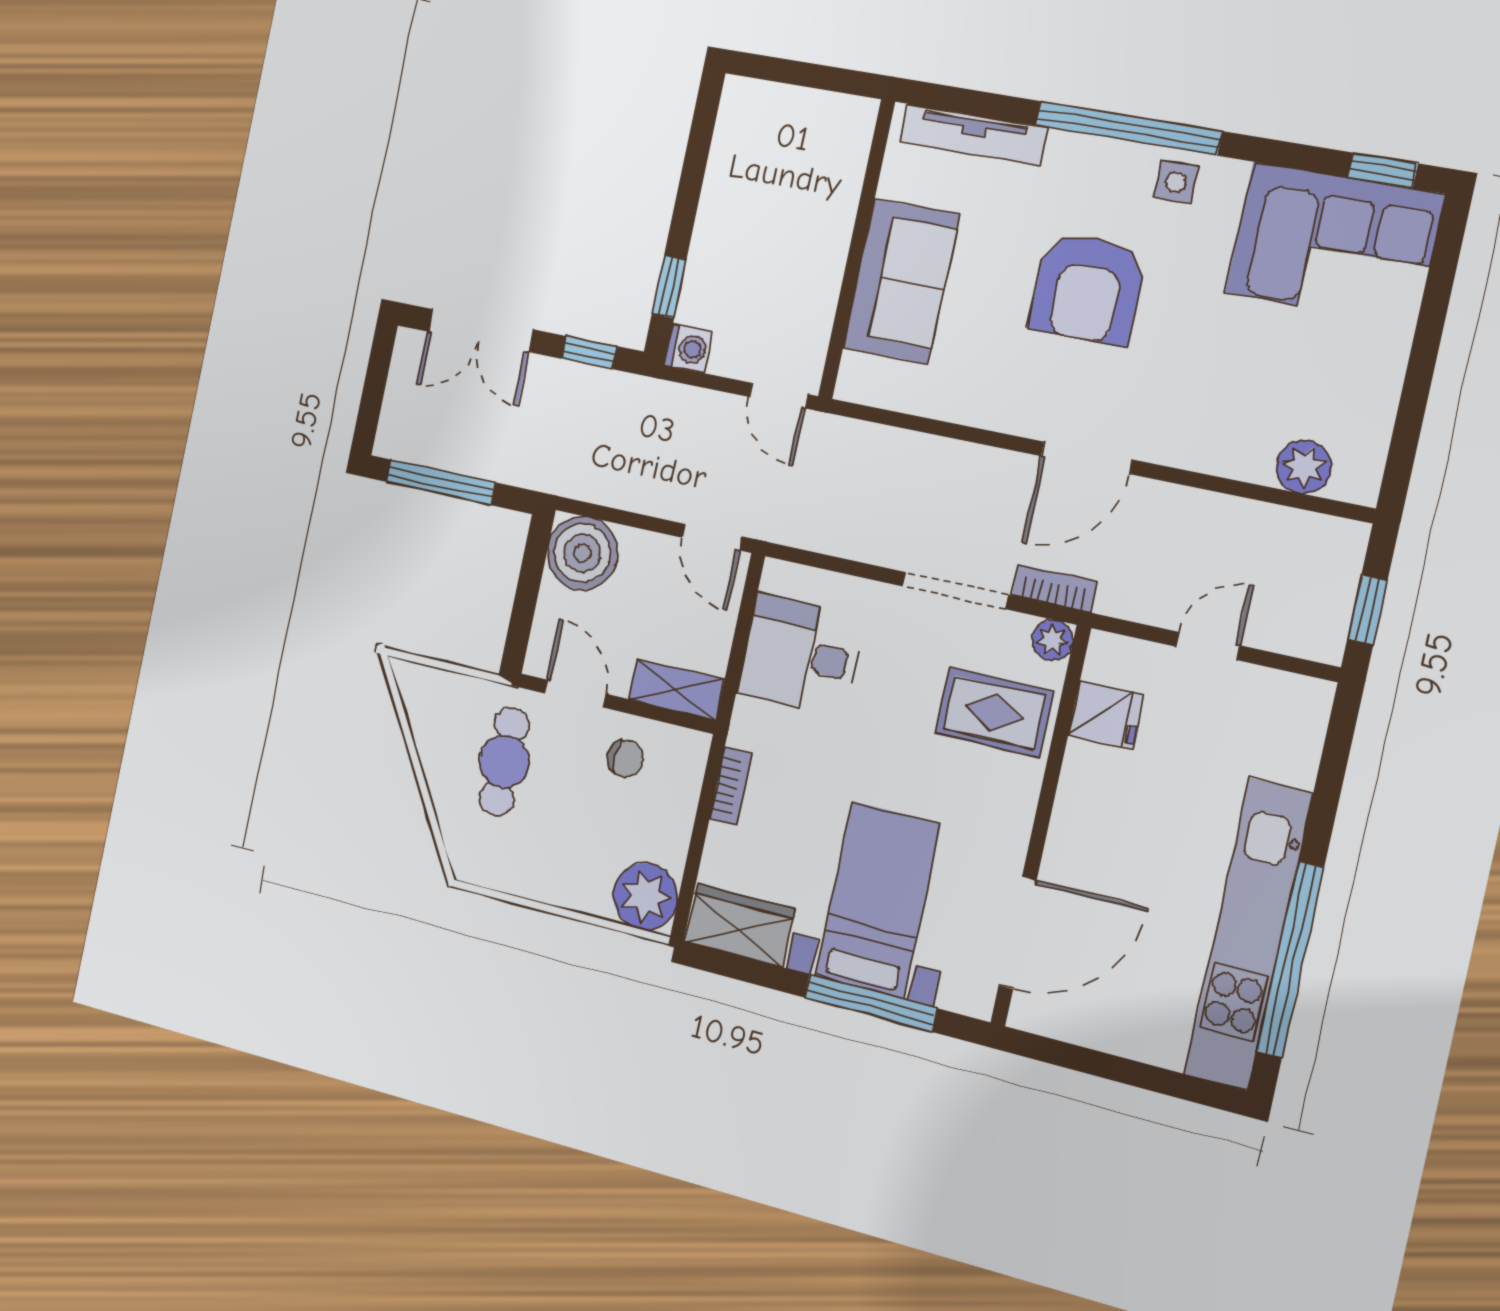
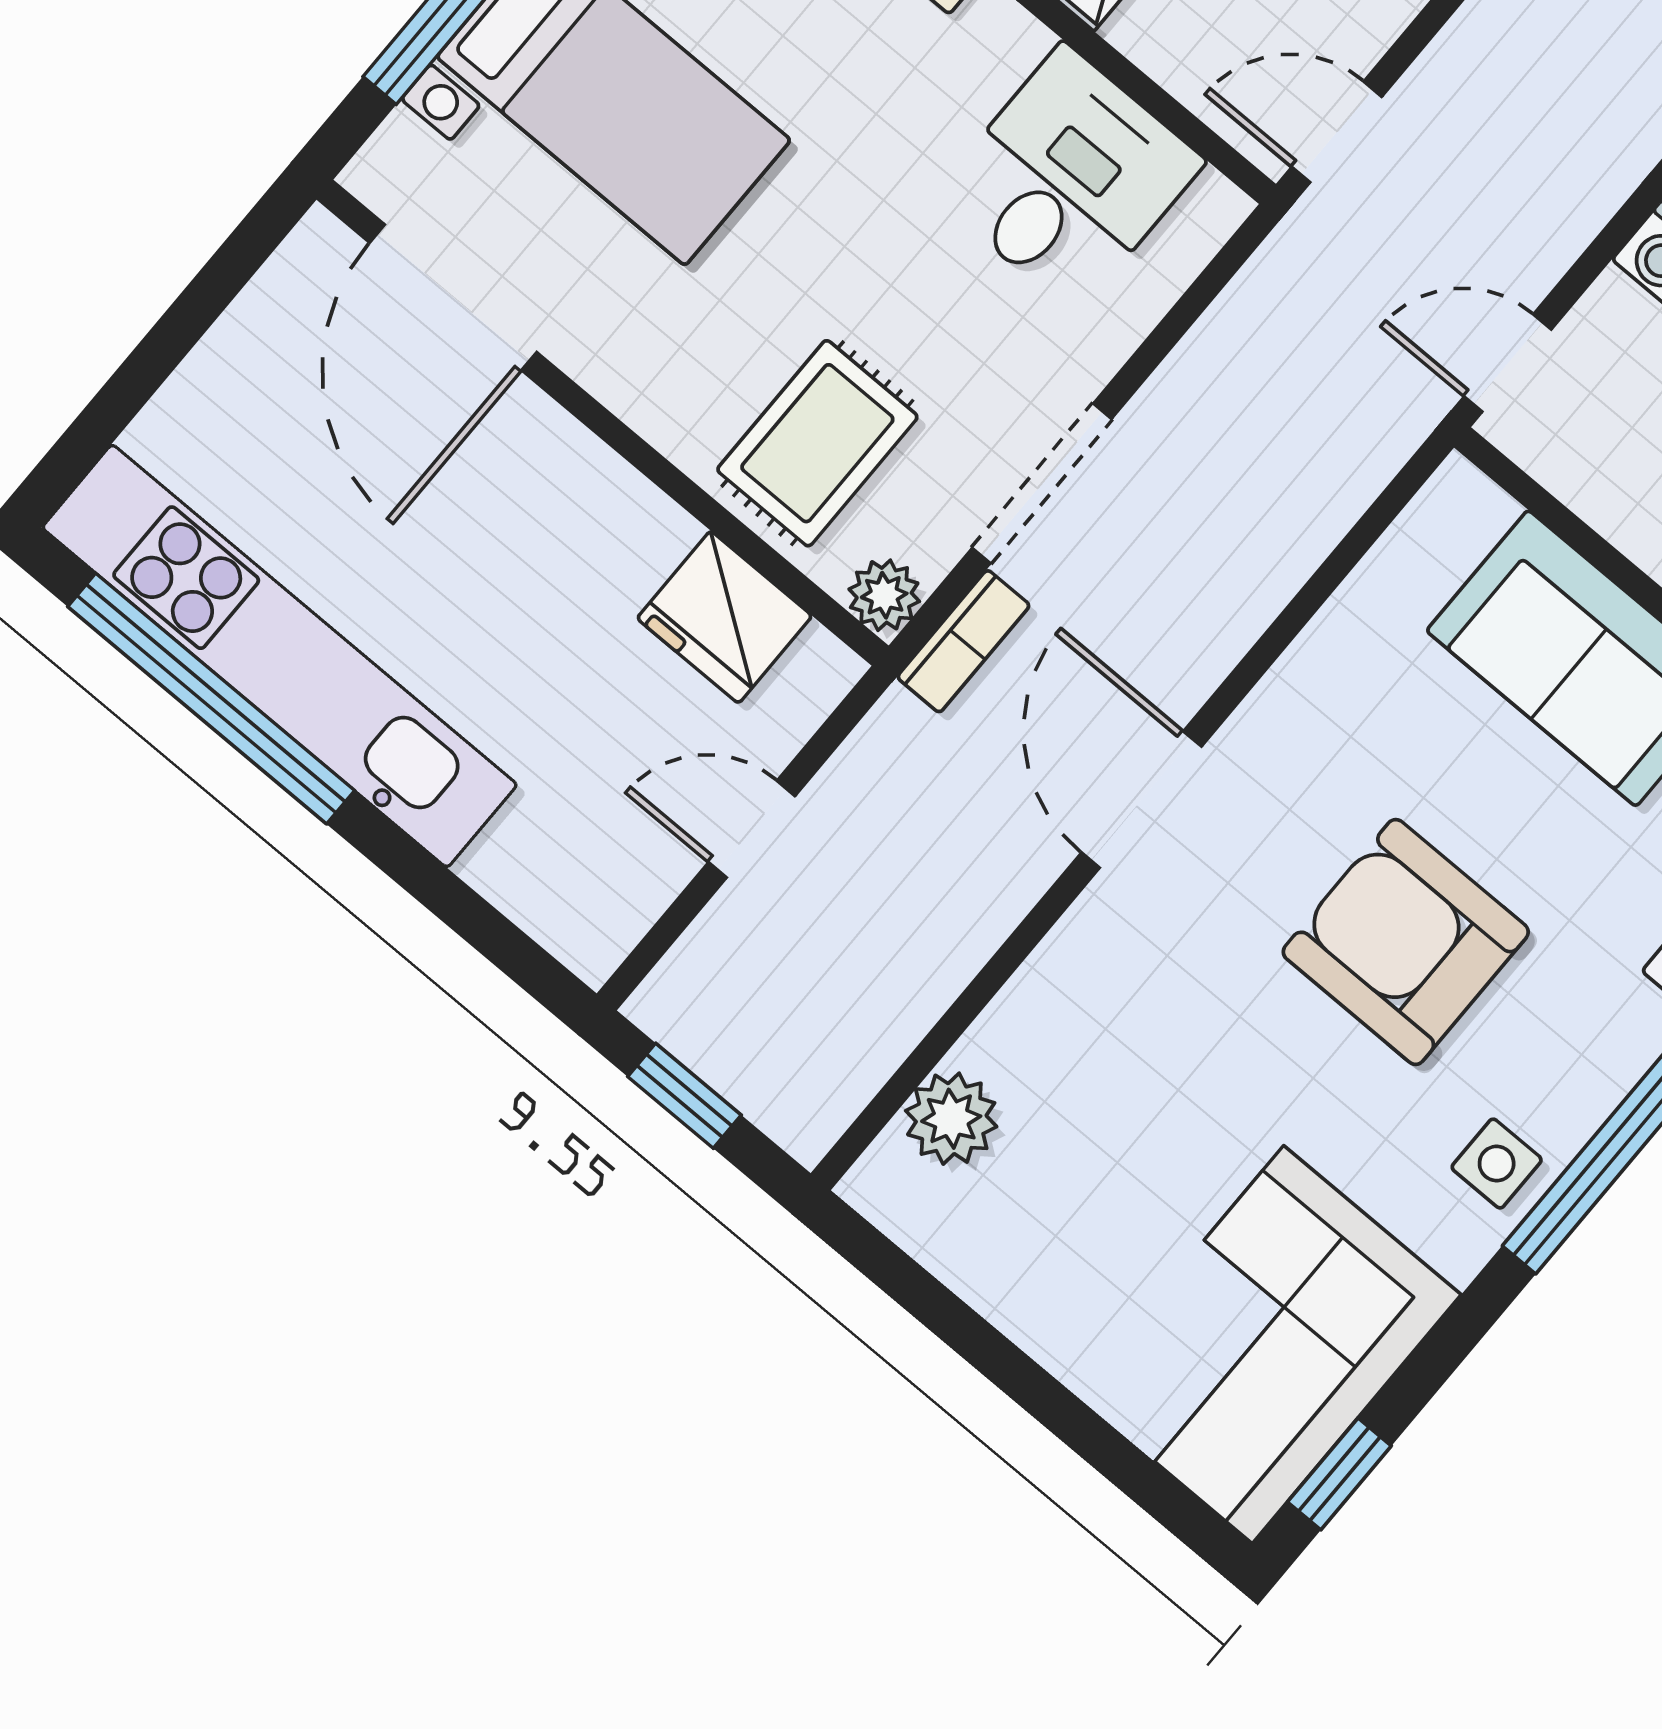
door: (1208, 646) -> (752, 829), swing flipped
fridge: (1106, 715) -> (725, 617), width x1.38

